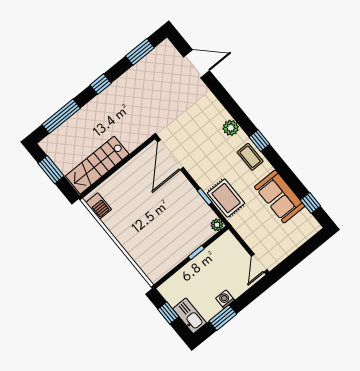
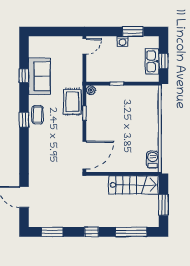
plant: (231, 128) -> (35, 142), removed
window: (310, 203) -> (24, 76), moved
kitchen sink: (190, 316) -> (152, 61), moved

